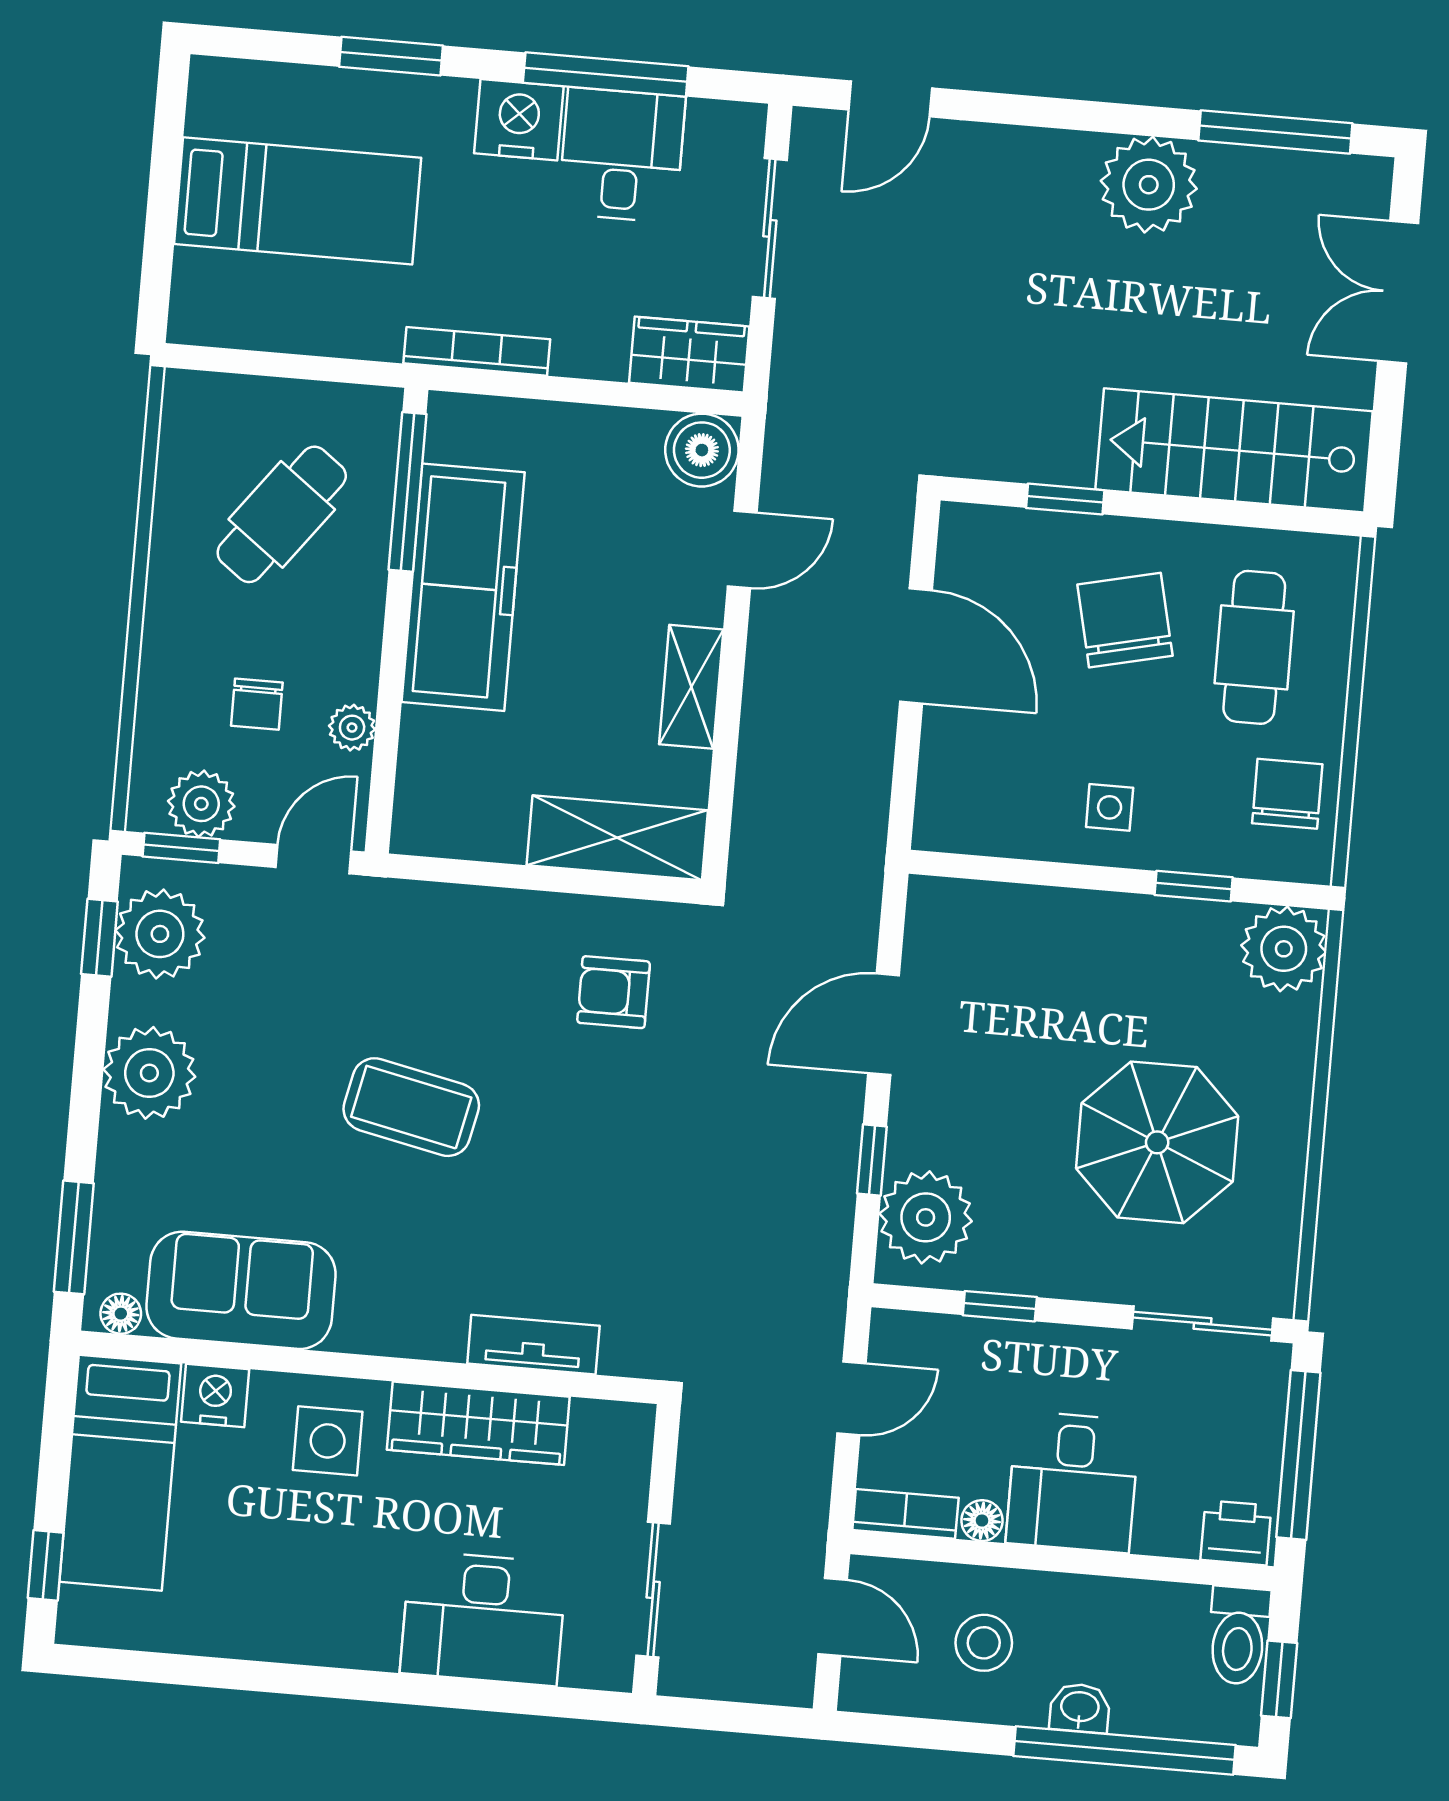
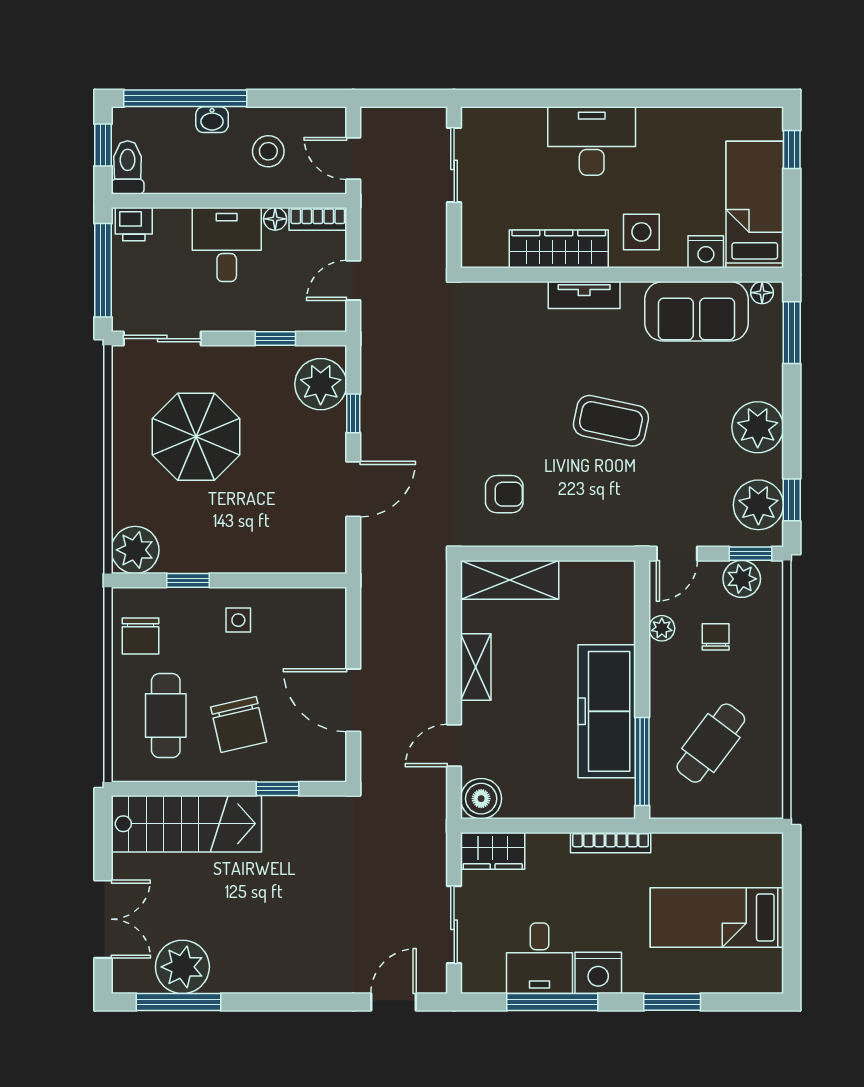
plant: (1149, 185) -> (182, 967), moved
tv unit: (533, 1345) -> (584, 295), moved
desk: (483, 1618) -> (592, 141), moved

